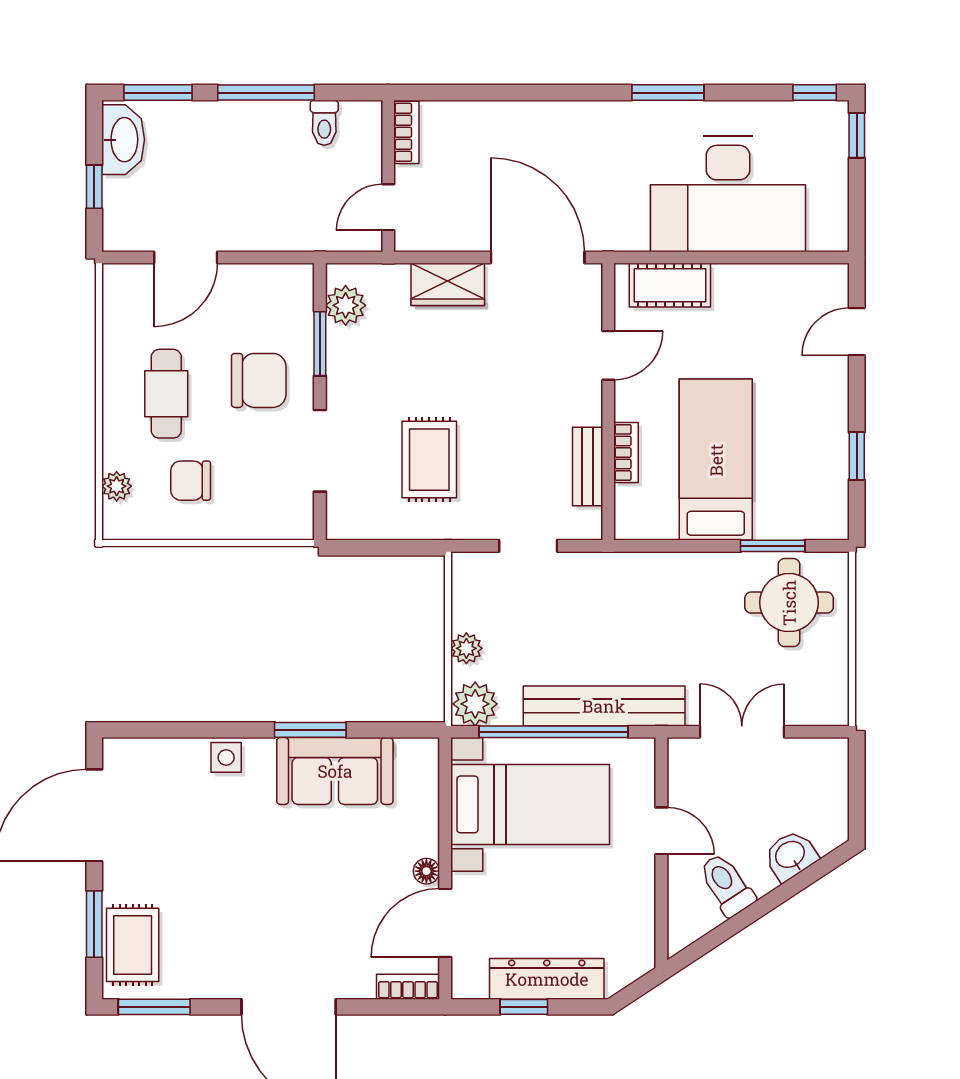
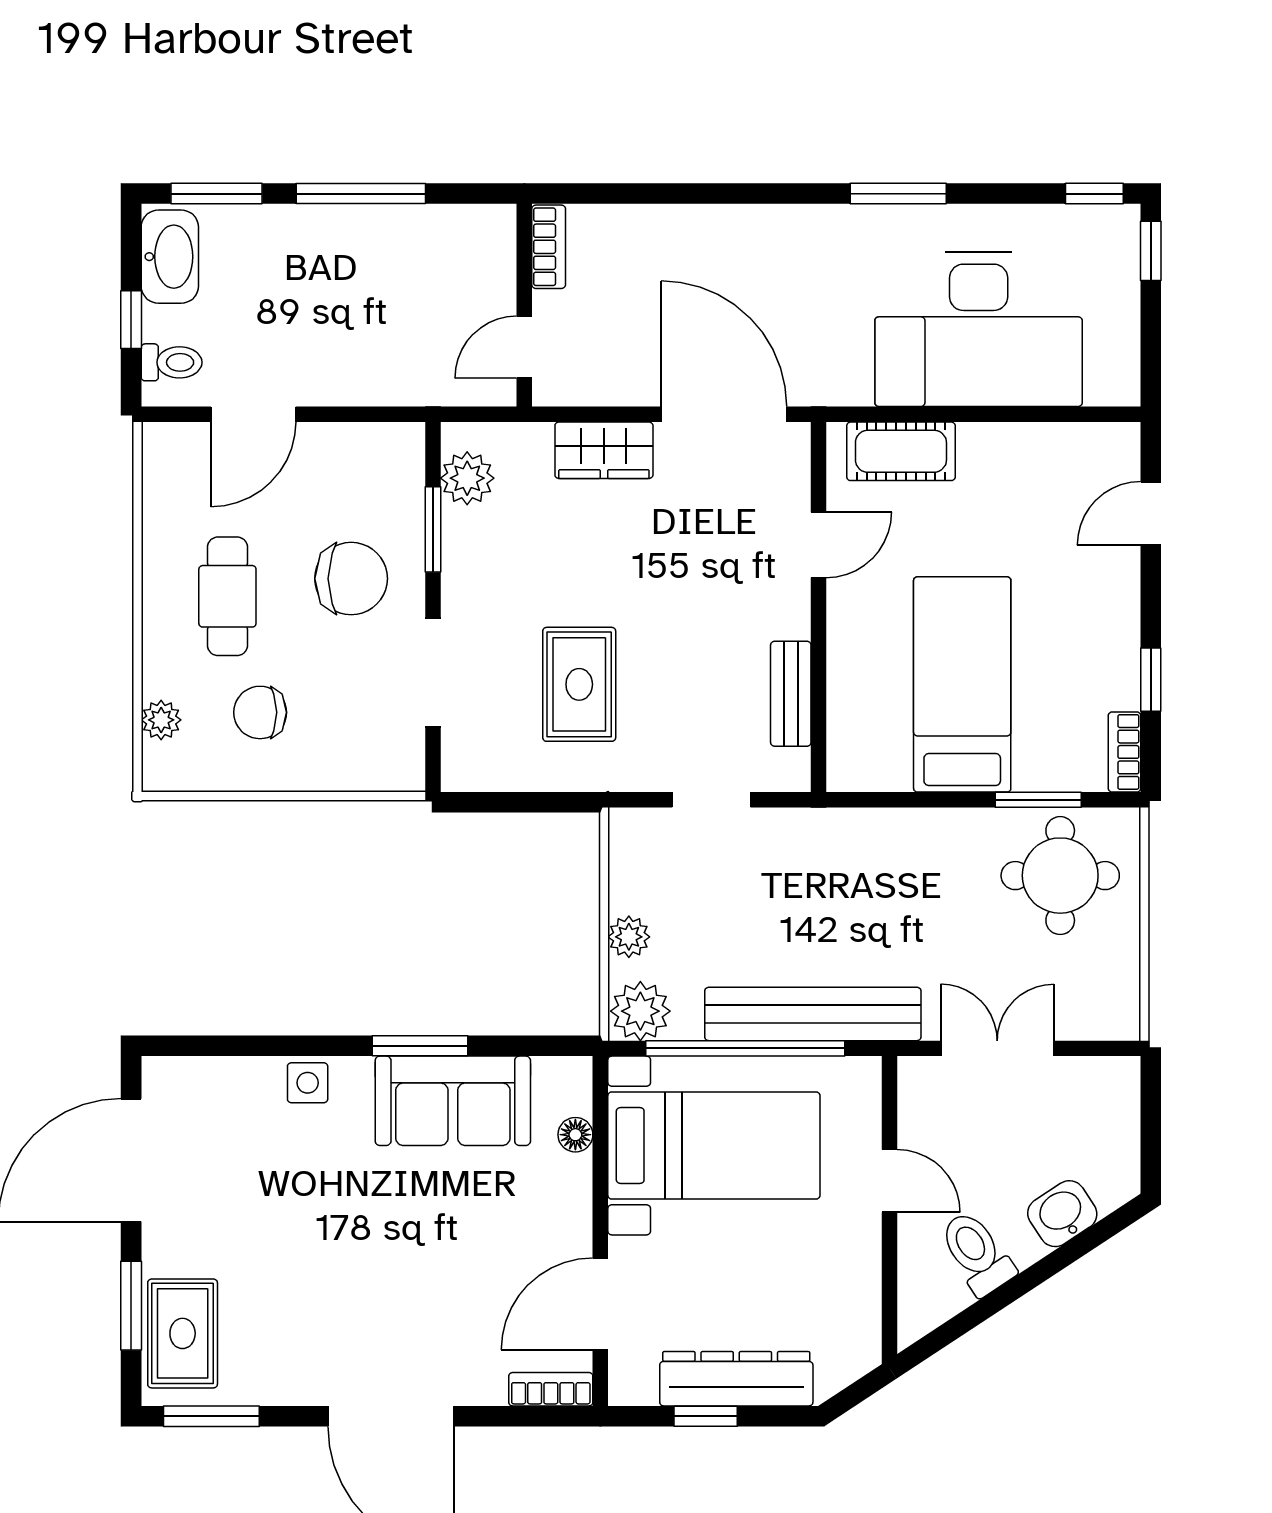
toilet: (324, 123) -> (172, 362), moved, turned -90
bookcase: (626, 452) -> (1125, 752), moved, turned 180
floor lamp: (426, 871) -> (575, 1135), moved

